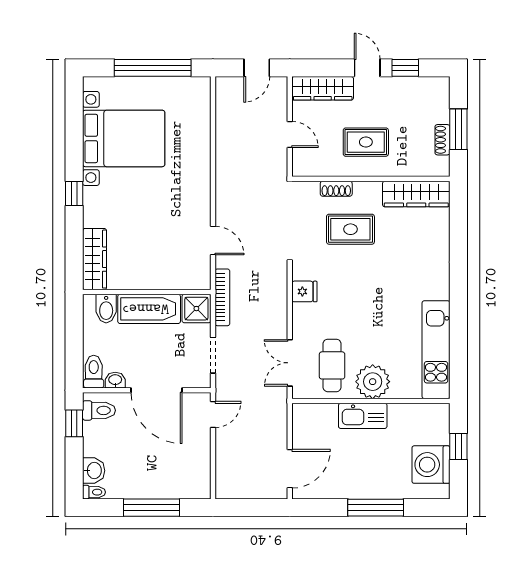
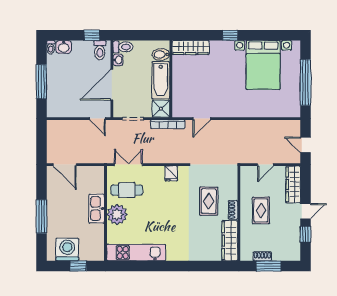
shoe rack: (336, 189) -> (233, 210), moved

